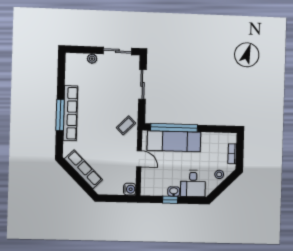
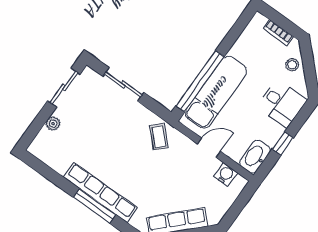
water cooler: (130, 189) -> (226, 174), moved
washbasin: (174, 191) -> (255, 157), moved, width x1.91, depth x1.45

